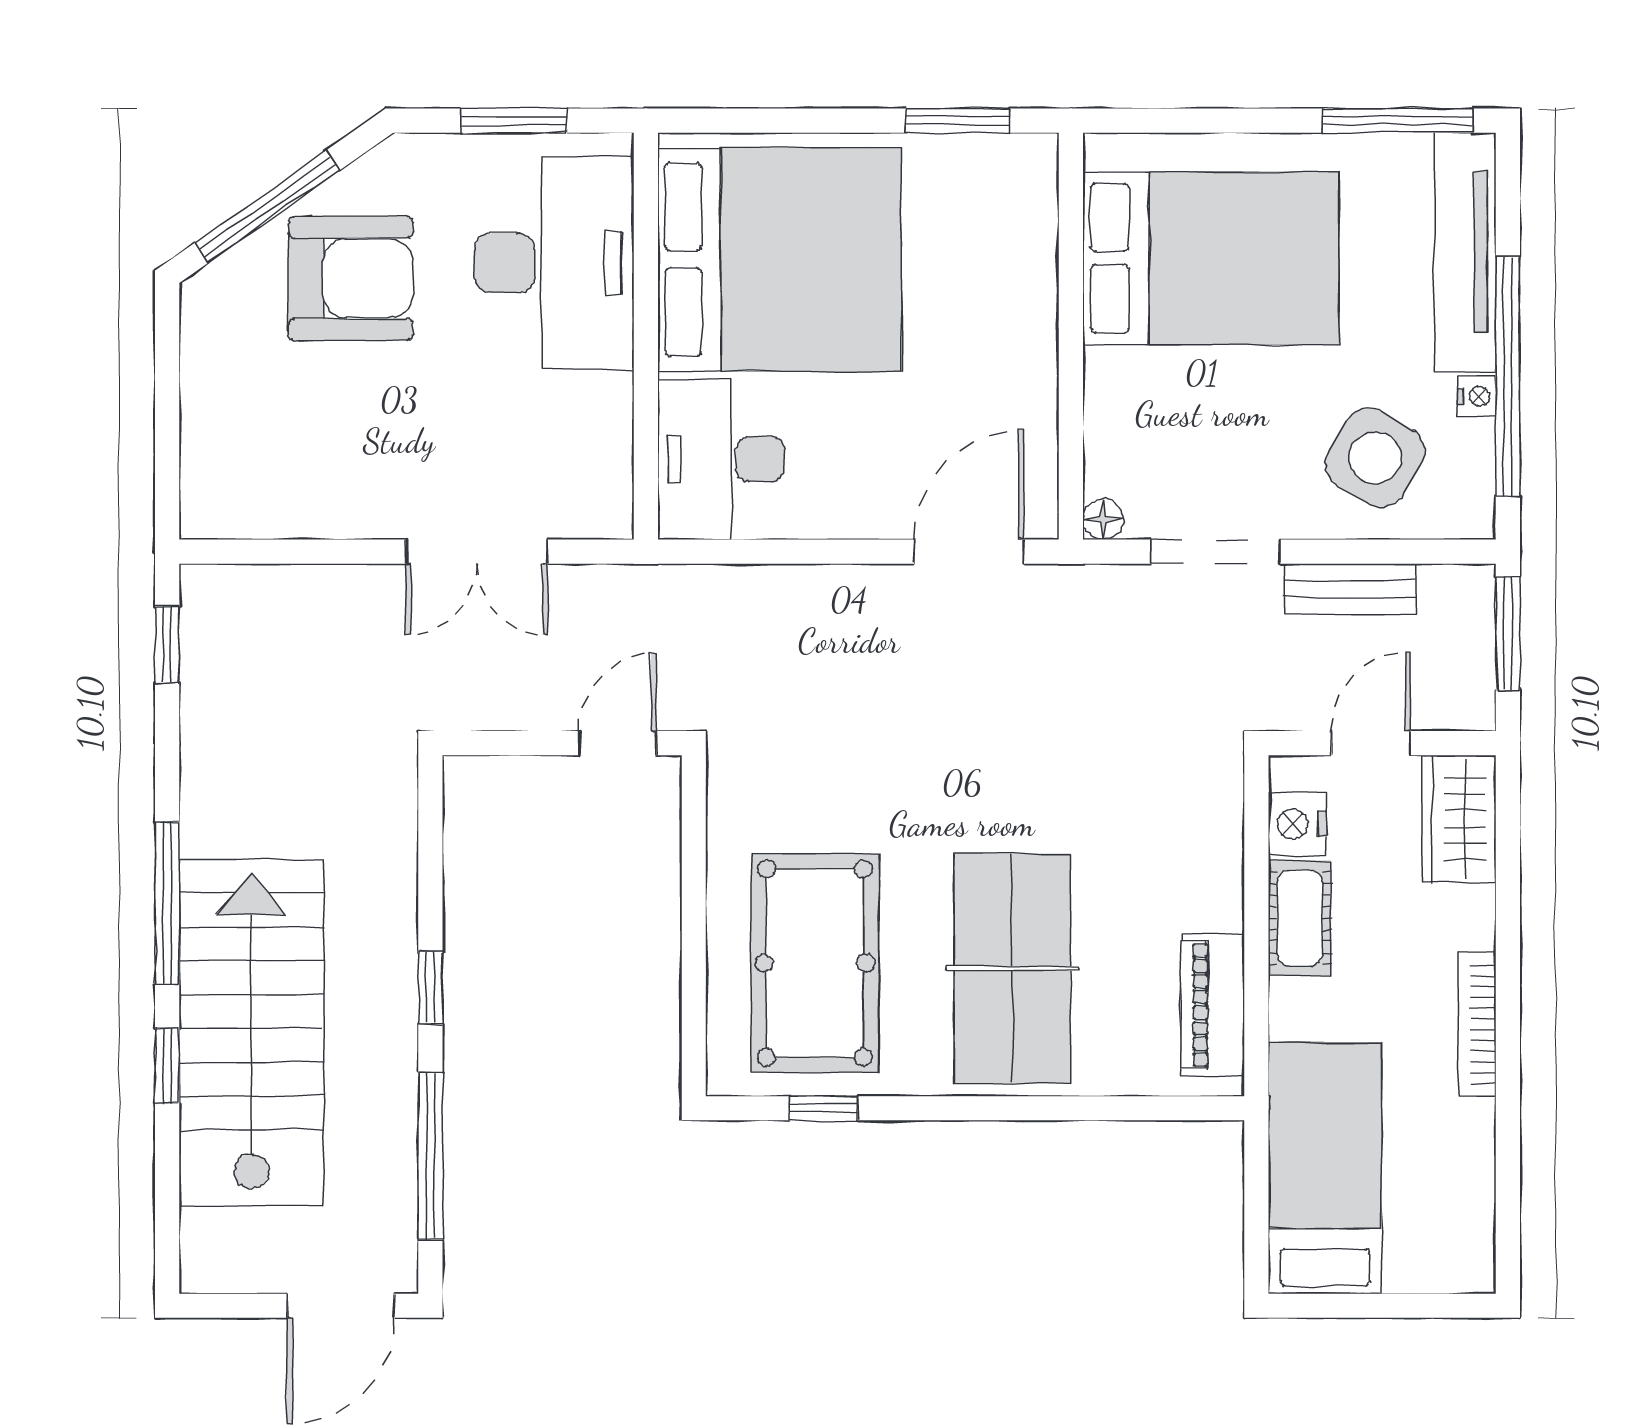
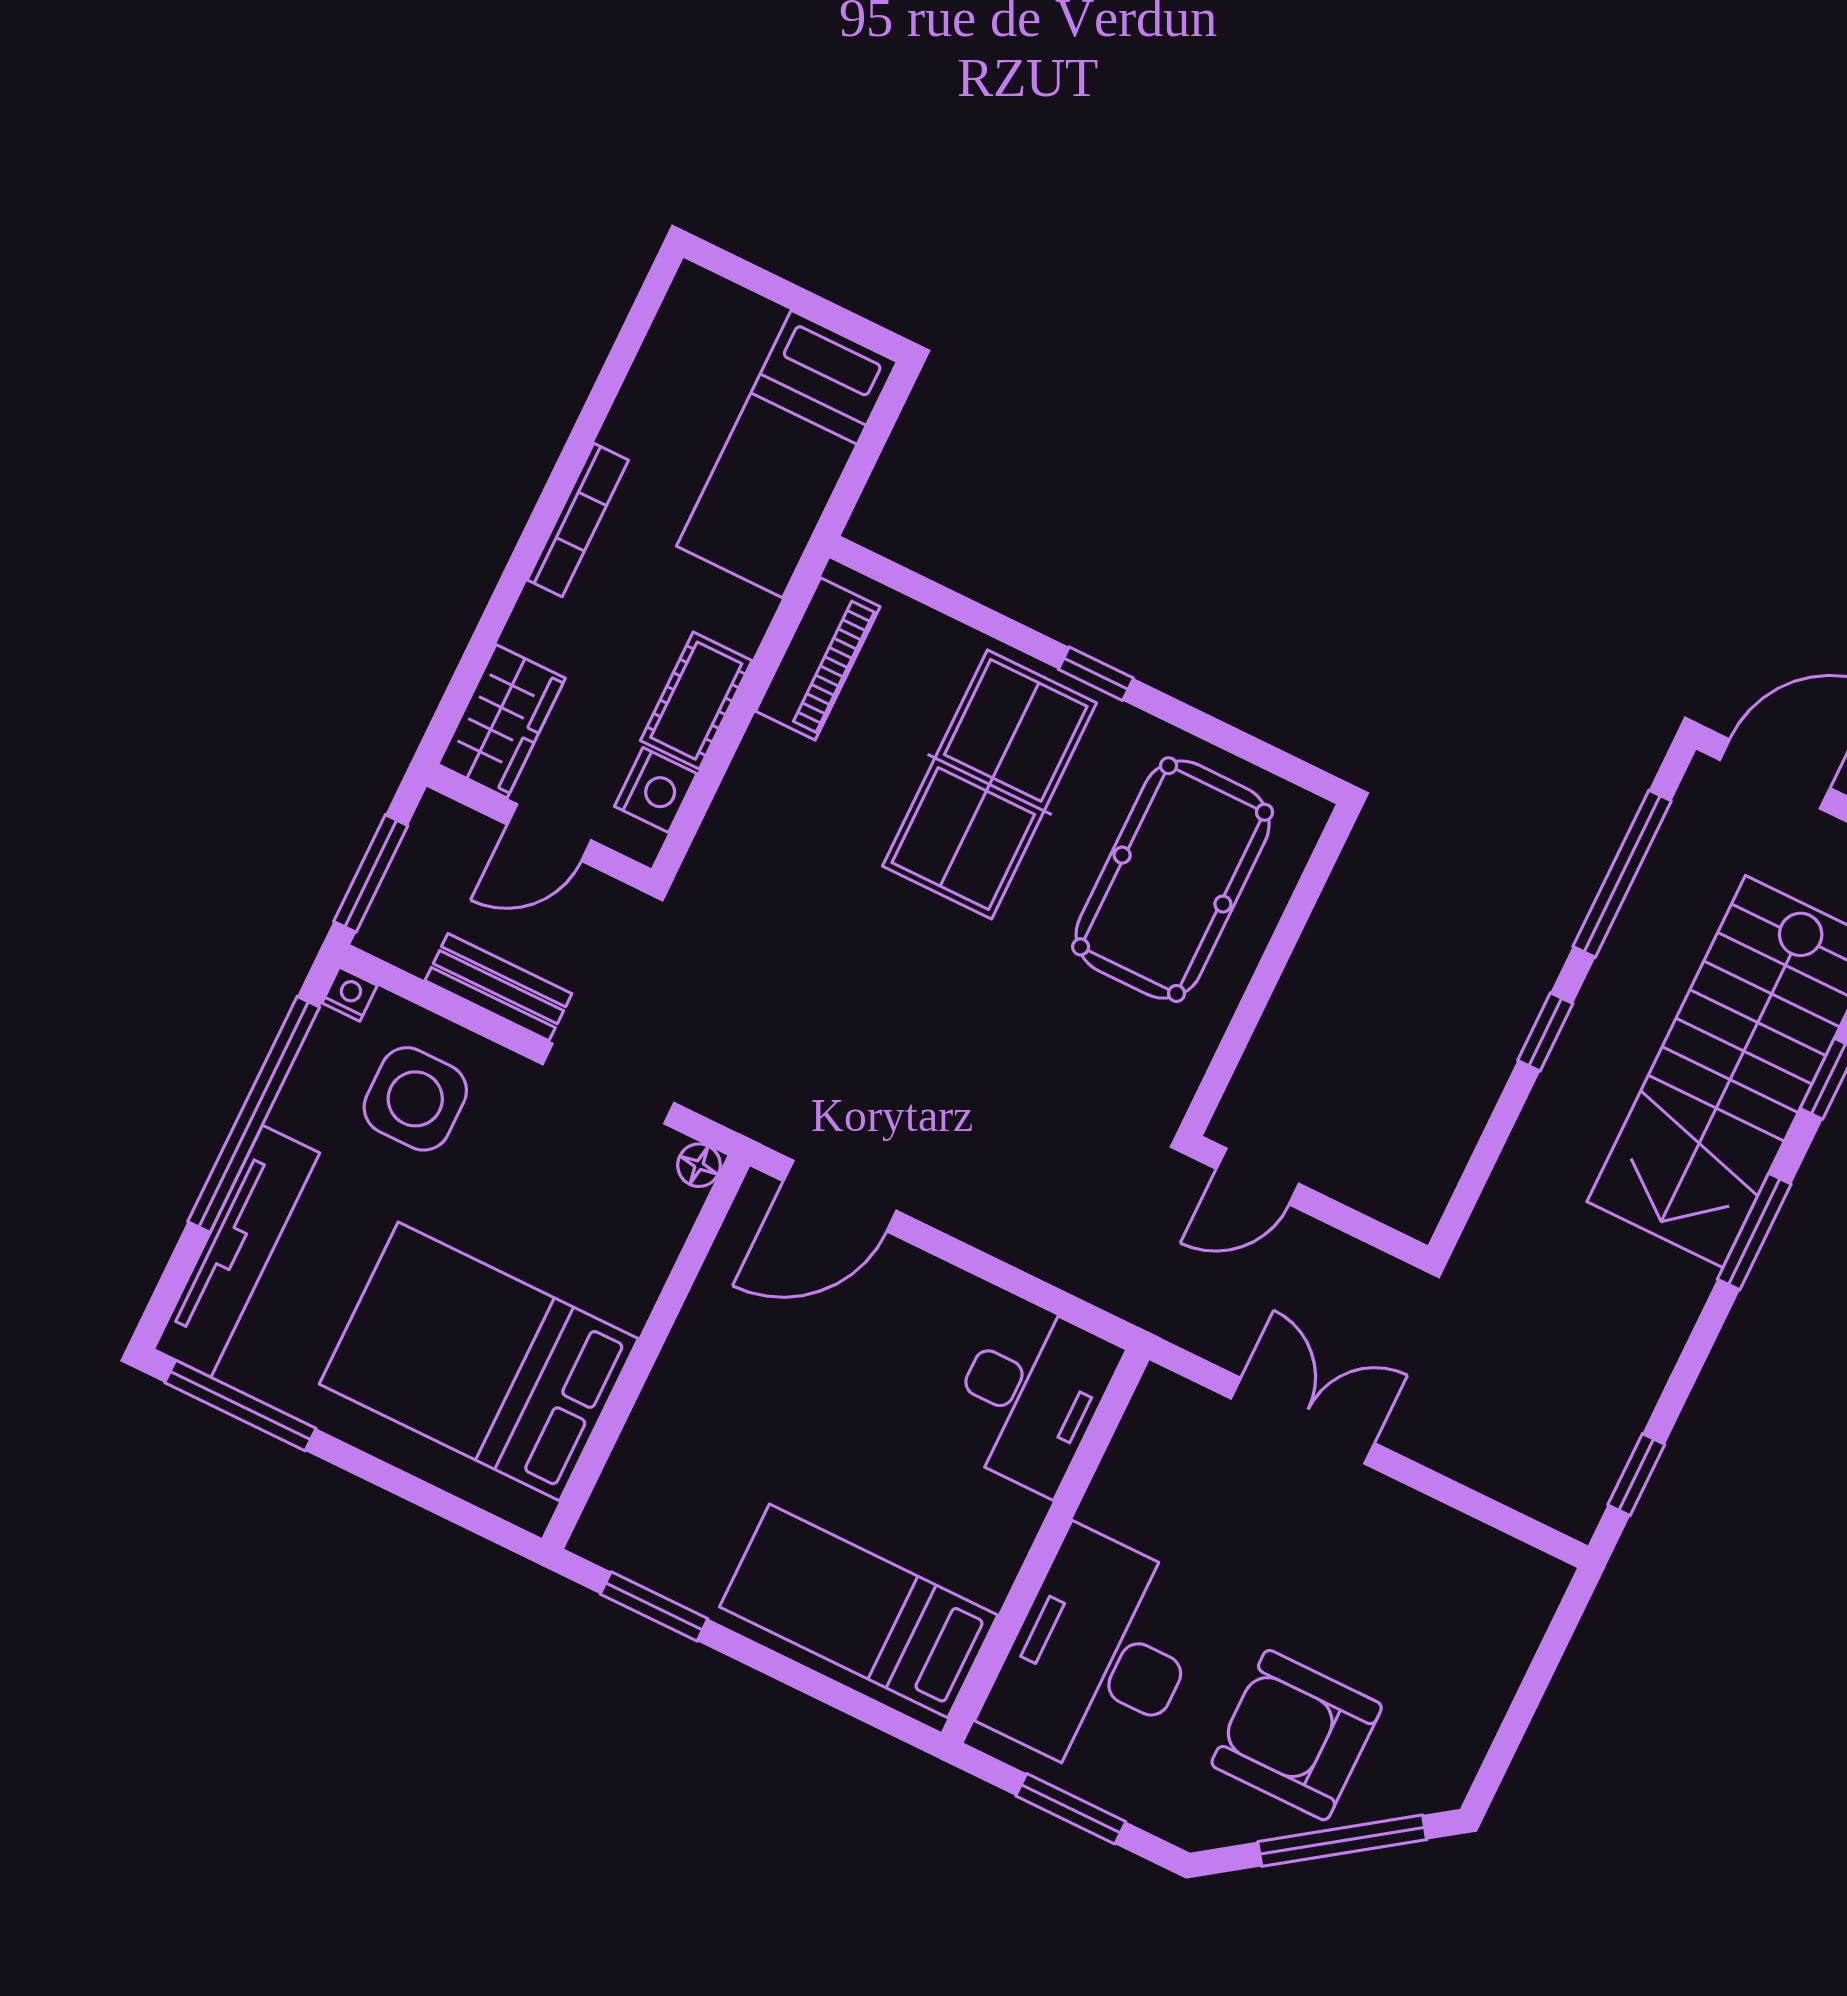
bed: (779, 259) -> (859, 1611), width x0.49
nightstand: (1477, 396) -> (350, 994), moved, turned 90
side table: (1375, 458) -> (415, 1099), turned -31
window: (167, 903) -> (1754, 1232), width x0.69
window: (823, 1108) -> (1096, 674), moved

